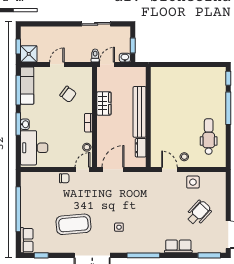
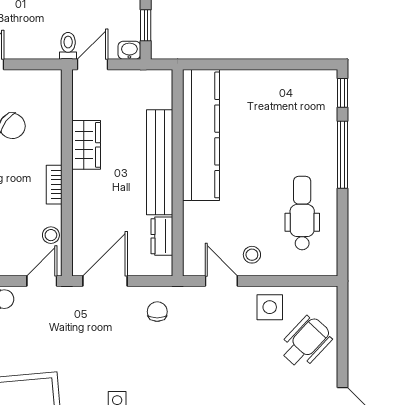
kitchen counter: (160, 99) -> (201, 135), added
chair: (138, 184) -> (157, 312), added
wheelchair: (199, 213) -> (306, 342), moved

